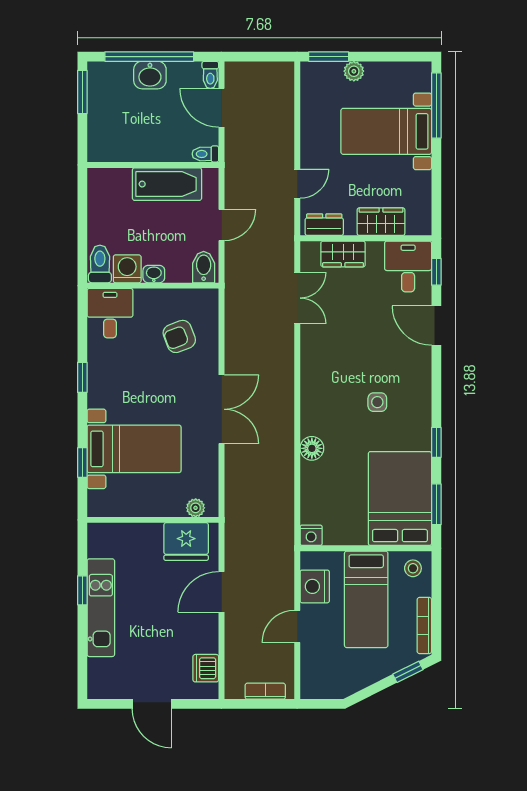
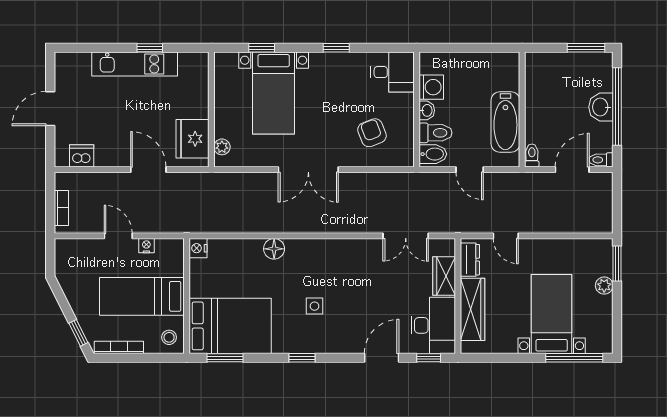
wardrobe: (381, 222) -> (473, 309), width x1.50
toilet: (100, 264) -> (436, 133), moved
desk: (408, 266) -> (433, 325), width x1.37
window: (436, 442) -> (302, 358), moved
nightstand: (315, 586) -> (146, 246), width x0.53, depth x0.56

